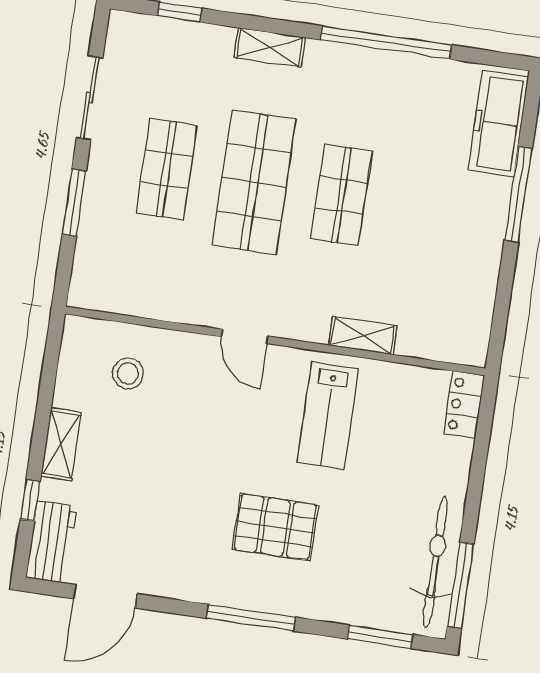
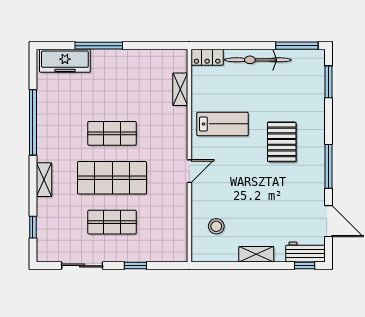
window: (74, 203) -> (135, 266), width x0.67
shelving: (363, 336) -> (180, 89), moved
window: (30, 500) -> (305, 266), moved
bicycle: (435, 562) -> (258, 60), moved
window: (251, 618) -> (328, 166), moved

